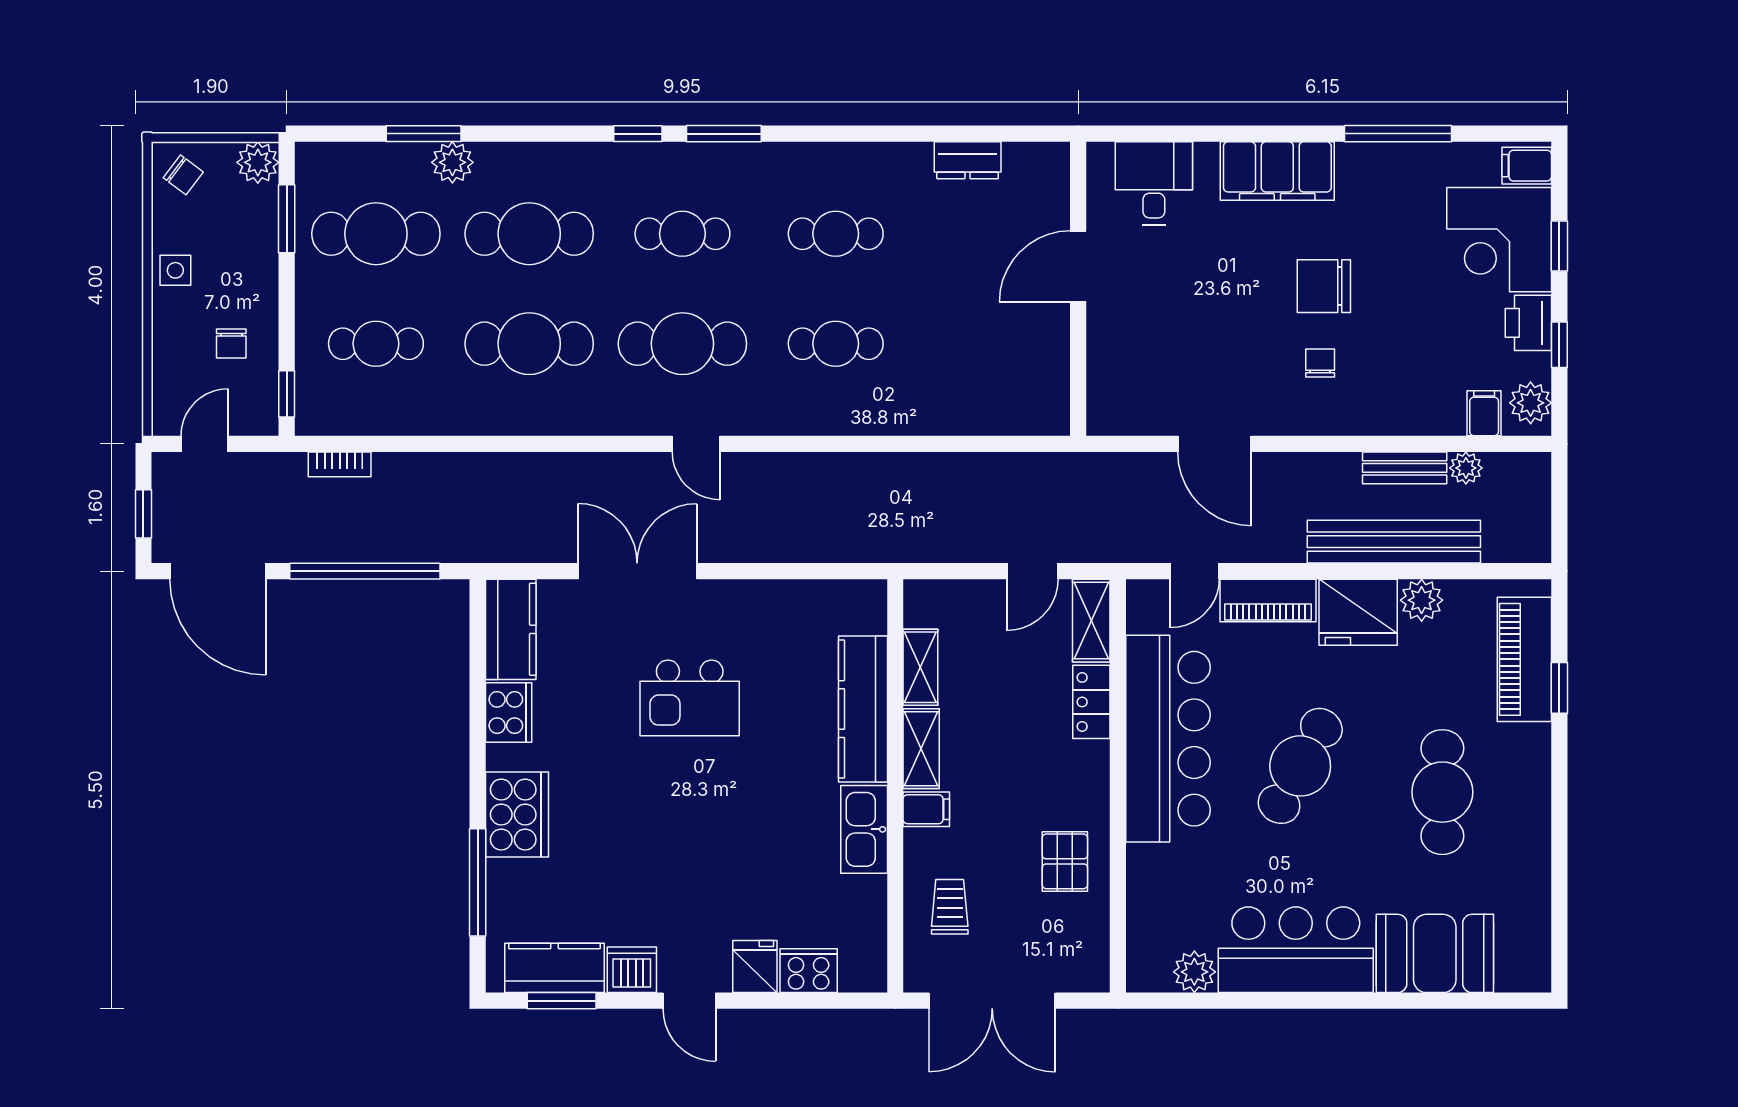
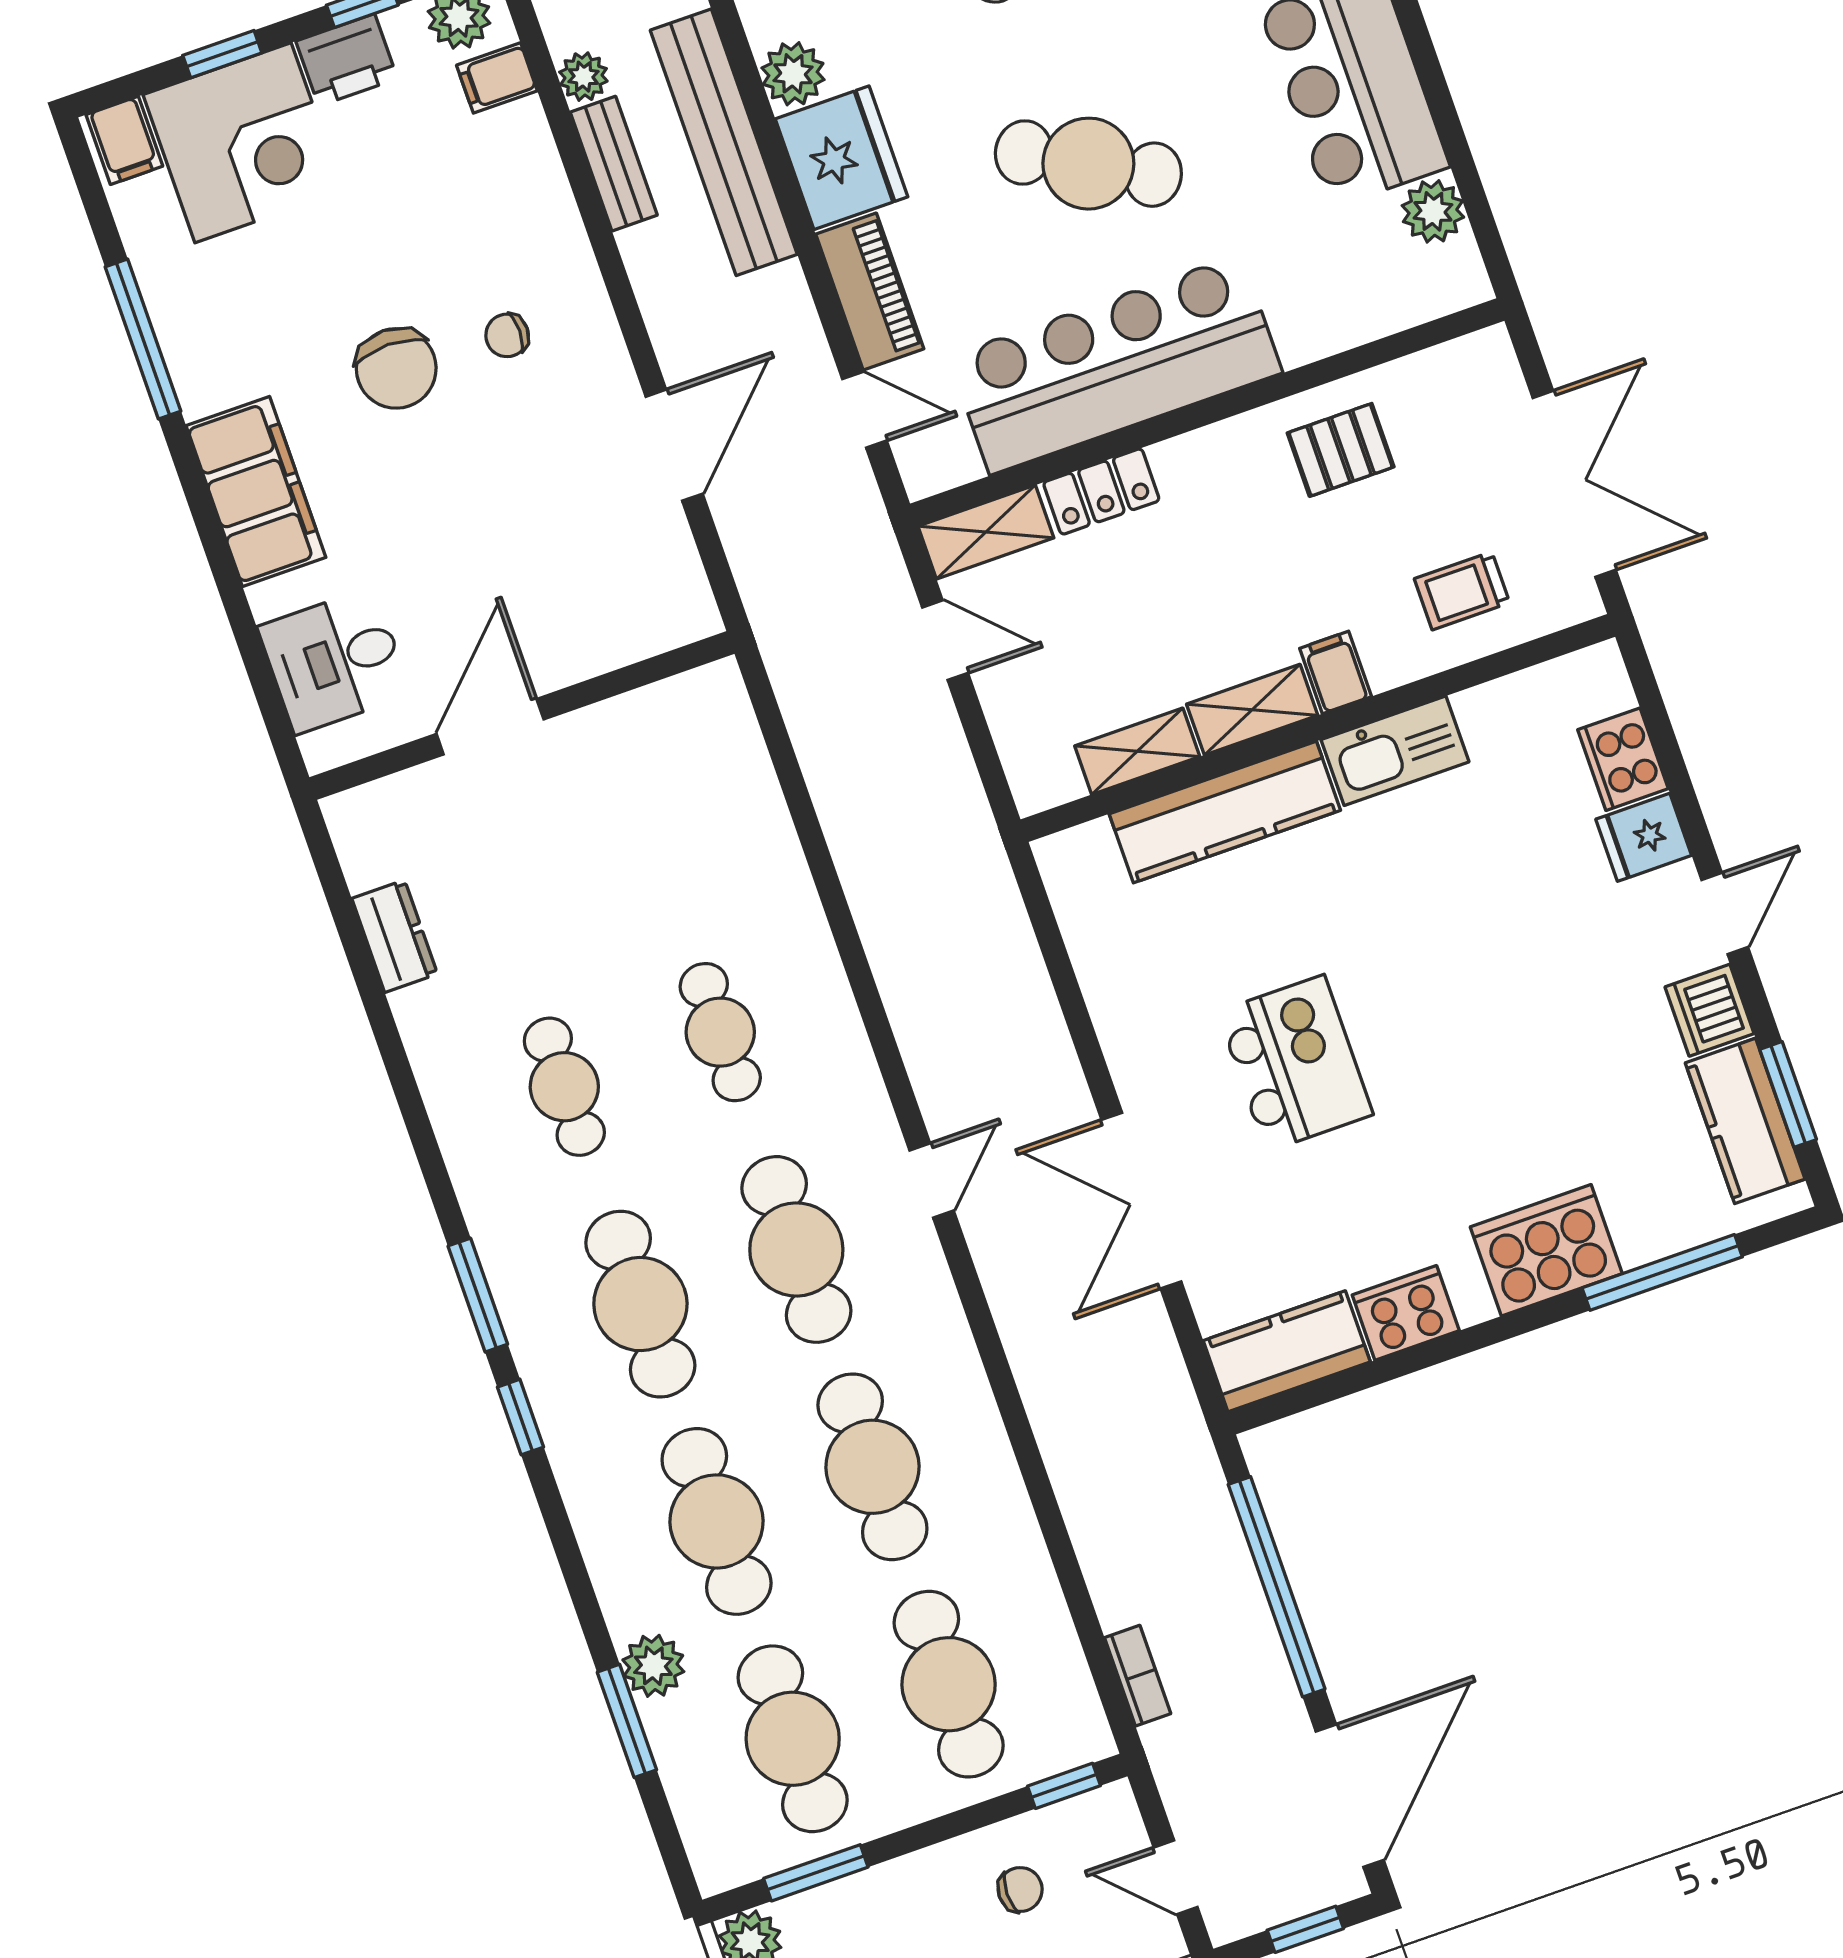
cafe table: (682, 234) -> (640, 1304), width x1.37, depth x1.35
door: (1078, 266) -> (490, 727), swing flipped
cafe table: (376, 344) -> (949, 1684), width x1.37, depth x1.35

